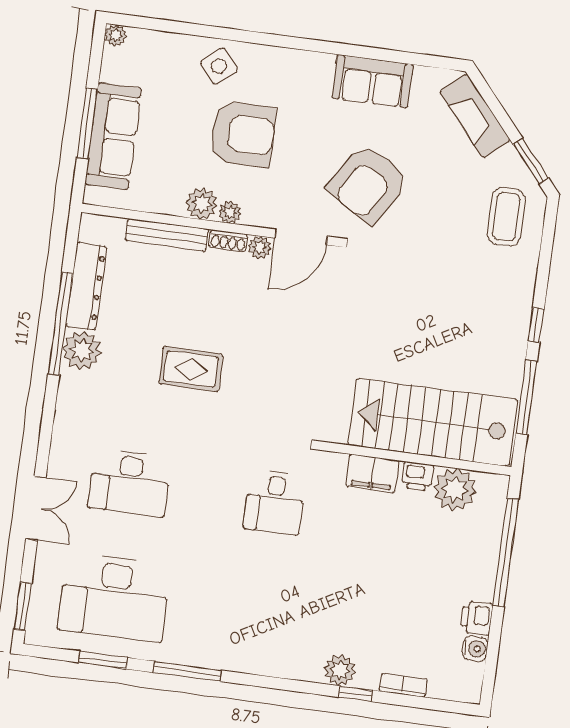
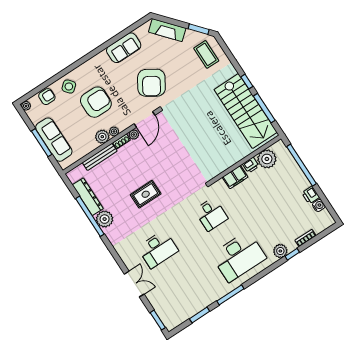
armchair: (166, 51) -> (47, 97), added
stairs: (433, 422) -> (246, 111), moved, turned -90
desk: (114, 597) -> (239, 256), moved

